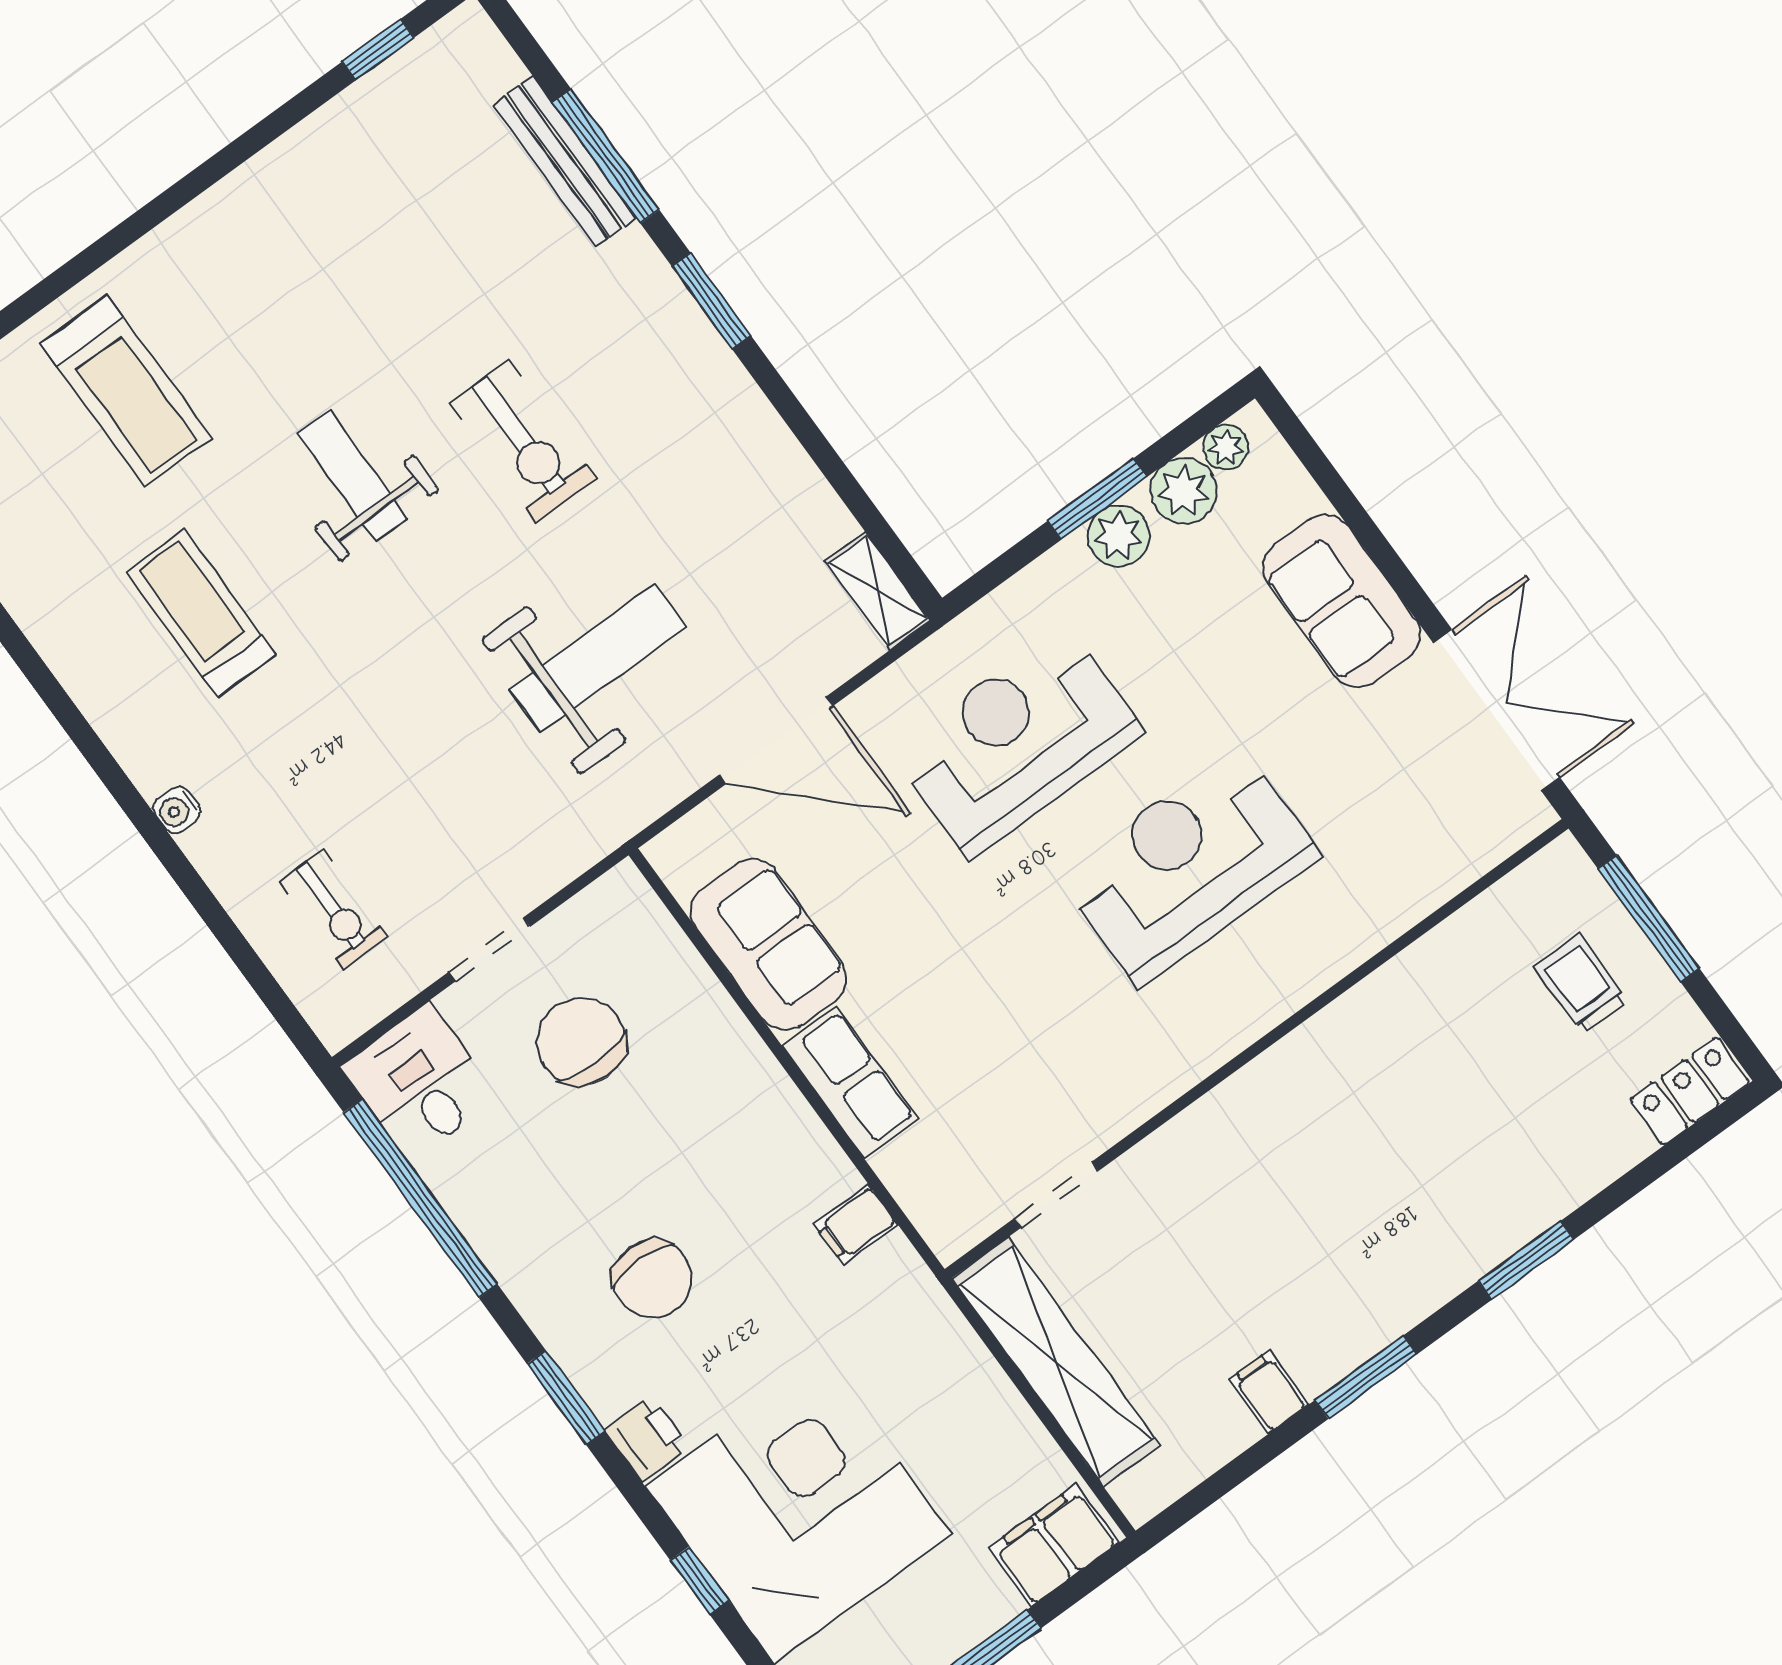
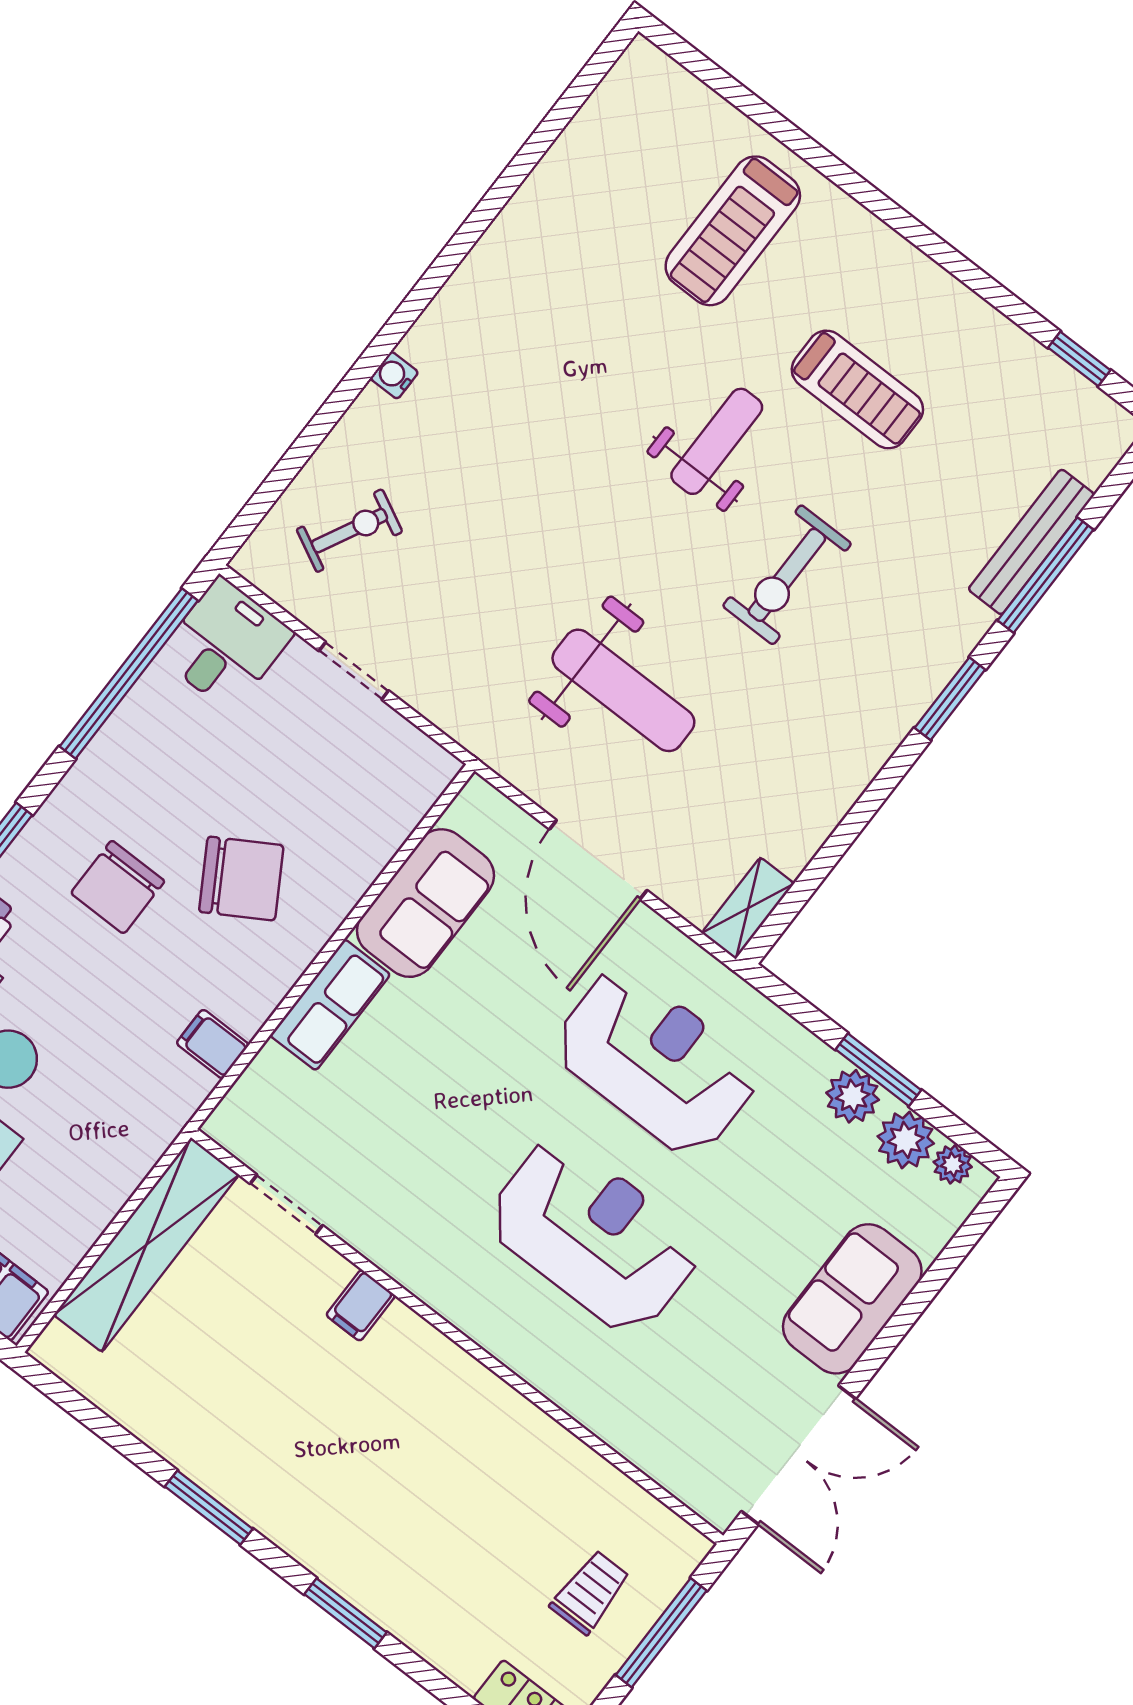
treadmill: (201, 614) -> (857, 389), moved, turned 90
exercise bike: (334, 909) -> (349, 531), turned -153
chair: (581, 1042) -> (241, 879), moved, turned 59
filing cabinet: (1269, 1392) -> (361, 1305), moved, turned 180

